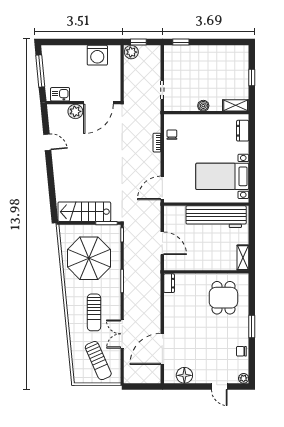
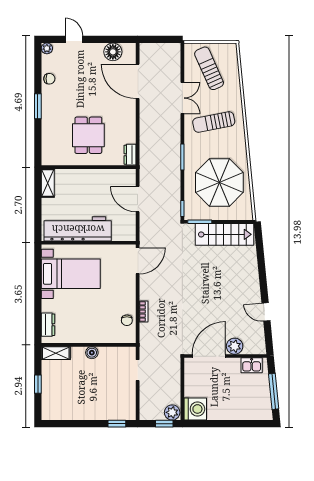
washing machine: (97, 55) -> (195, 409), moved, turned 90
dining table: (223, 298) -> (88, 135), moved
sun lounger: (94, 312) -> (214, 122), turned -101
door: (162, 349) -> (138, 81), swing flipped

